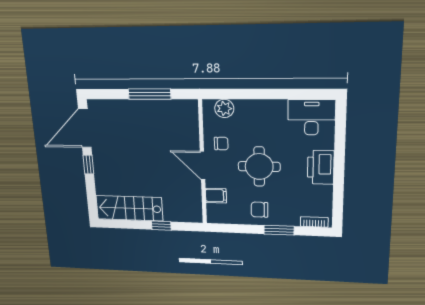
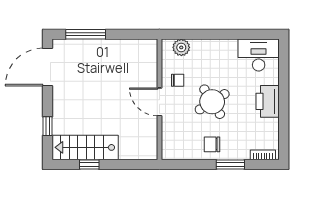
window: (150, 94) -> (86, 34), moved
window: (88, 165) -> (48, 126), moved
round table: (259, 167) -> (212, 102), turned -32
filing cabinet: (216, 196) -> (171, 132), removed
window: (161, 226) -> (89, 165), moved

